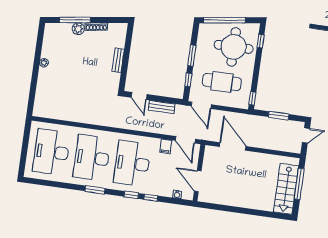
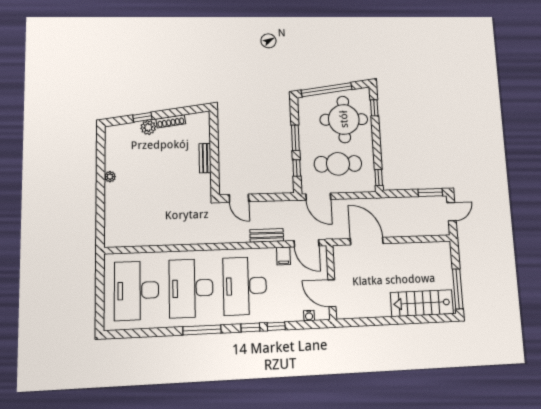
window: (75, 20) -> (142, 117), width x0.46
bench: (162, 107) -> (267, 235), moved
window: (279, 116) -> (430, 193), moved
window: (299, 184) -> (458, 289), moved
stairs: (286, 189) -> (422, 303), moved, turned 90
window: (95, 190) -> (202, 330), width x1.44

